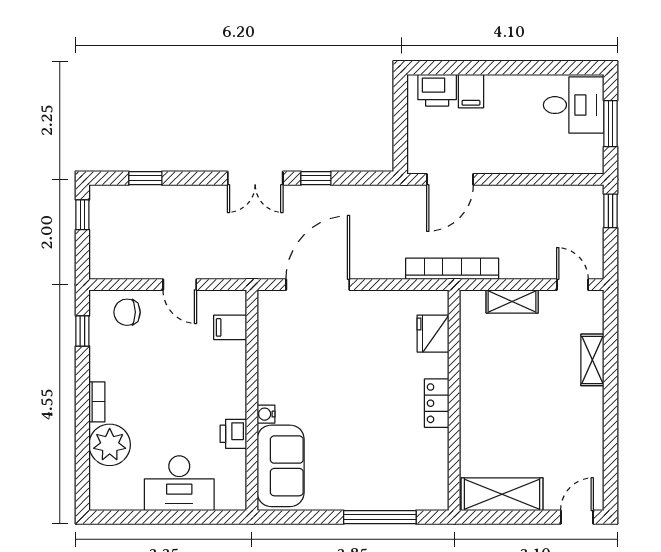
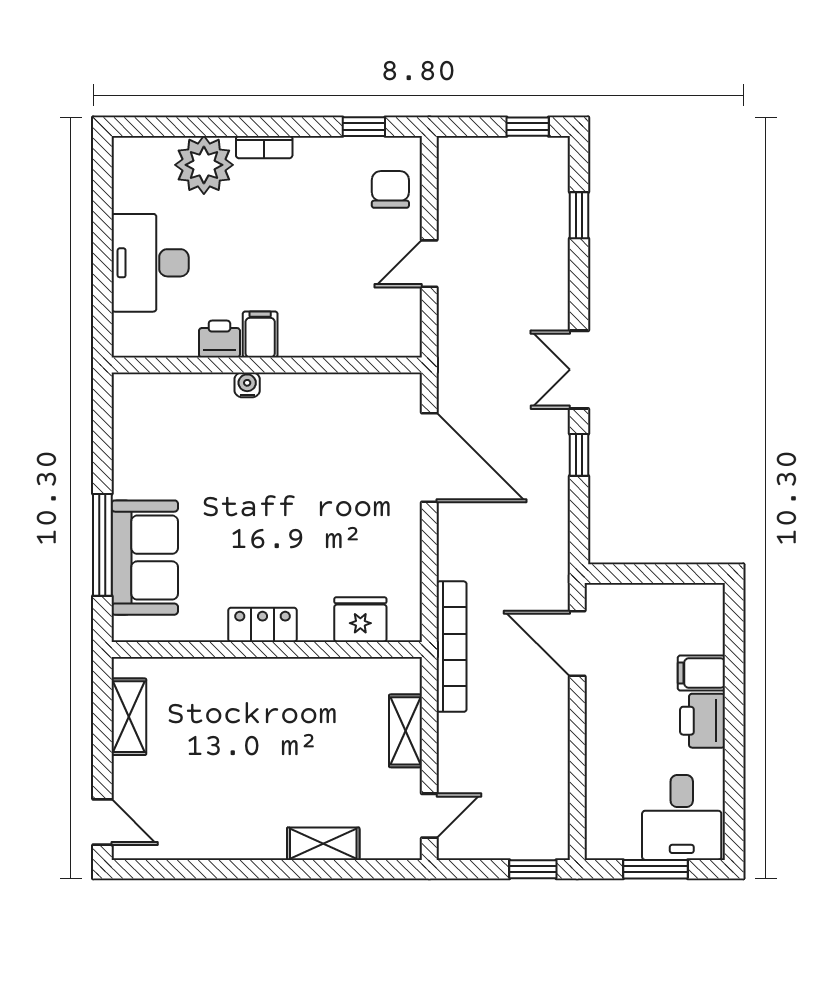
printer: (437, 90) -> (703, 721), moved
filing cabinet: (230, 327) -> (260, 334), moved
sofa: (281, 466) -> (145, 558), moved, turned -90
shelving: (502, 494) -> (129, 717), width x0.67, depth x0.75

